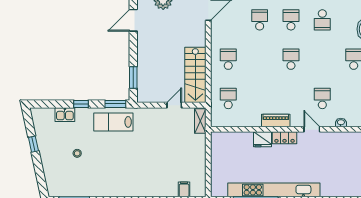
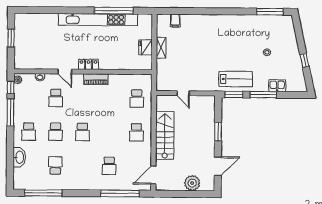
school desk: (291, 20) -> (56, 132), moved
stairs: (195, 75) -> (165, 135), moved
window: (133, 78) -> (218, 132), moved
window: (81, 104) -> (263, 95), width x2.17
door: (174, 105) -> (183, 93), hinge flipped
shelving: (200, 121) -> (161, 48), moved
fridge: (263, 139) -> (146, 47), moved, turned -90

